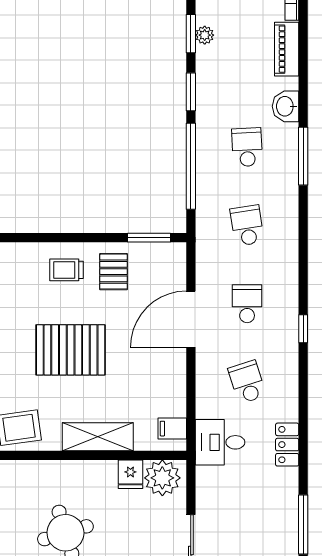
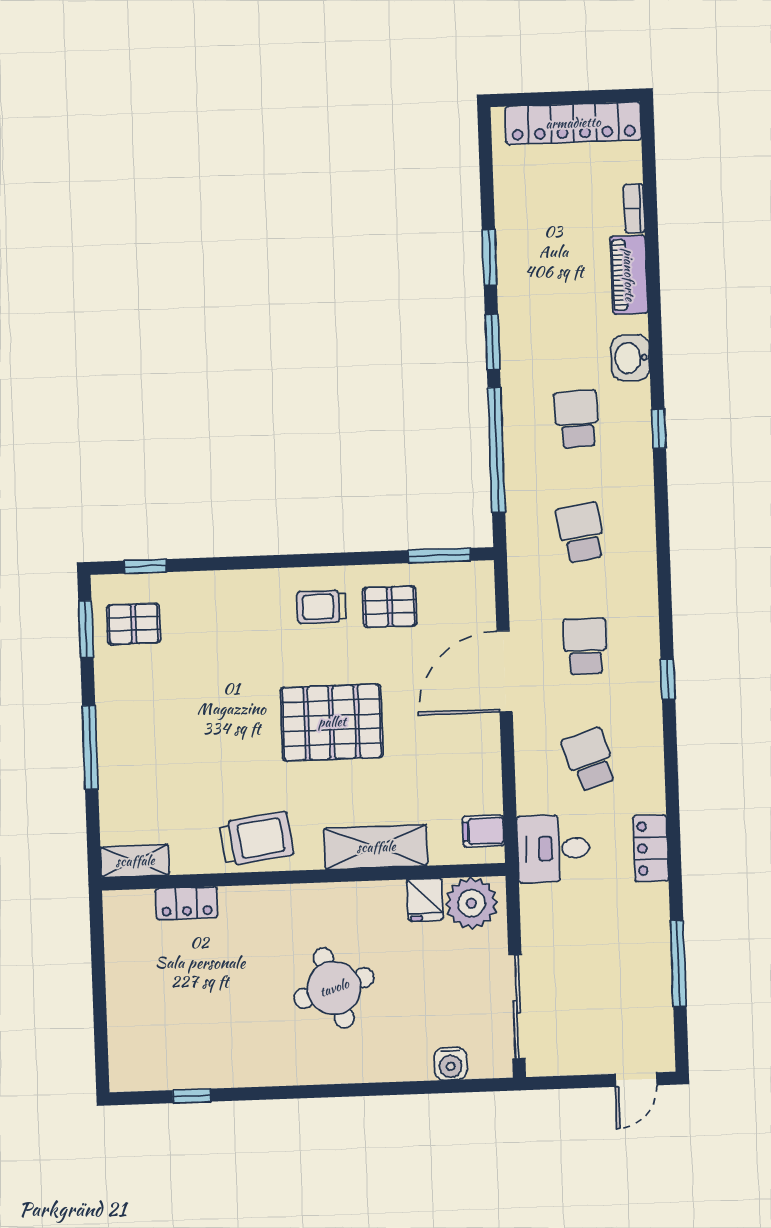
plant: (205, 35) -> (509, 259), removed
window: (303, 156) -> (659, 429), width x0.46
pallet: (114, 272) -> (390, 607), turned 90

